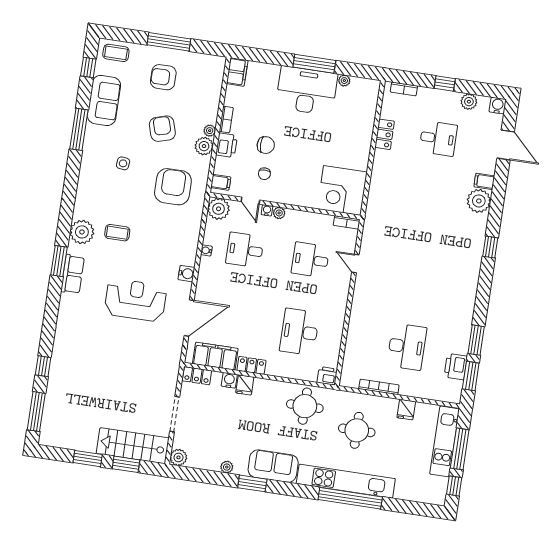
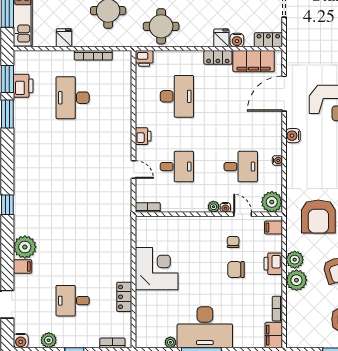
bookcase: (226, 119) -> (277, 309), moved
plant: (210, 131) -> (296, 280), width x1.88, depth x1.88
corner desk: (342, 190) -> (157, 269), moved
printer: (340, 296) -> (143, 136), added

